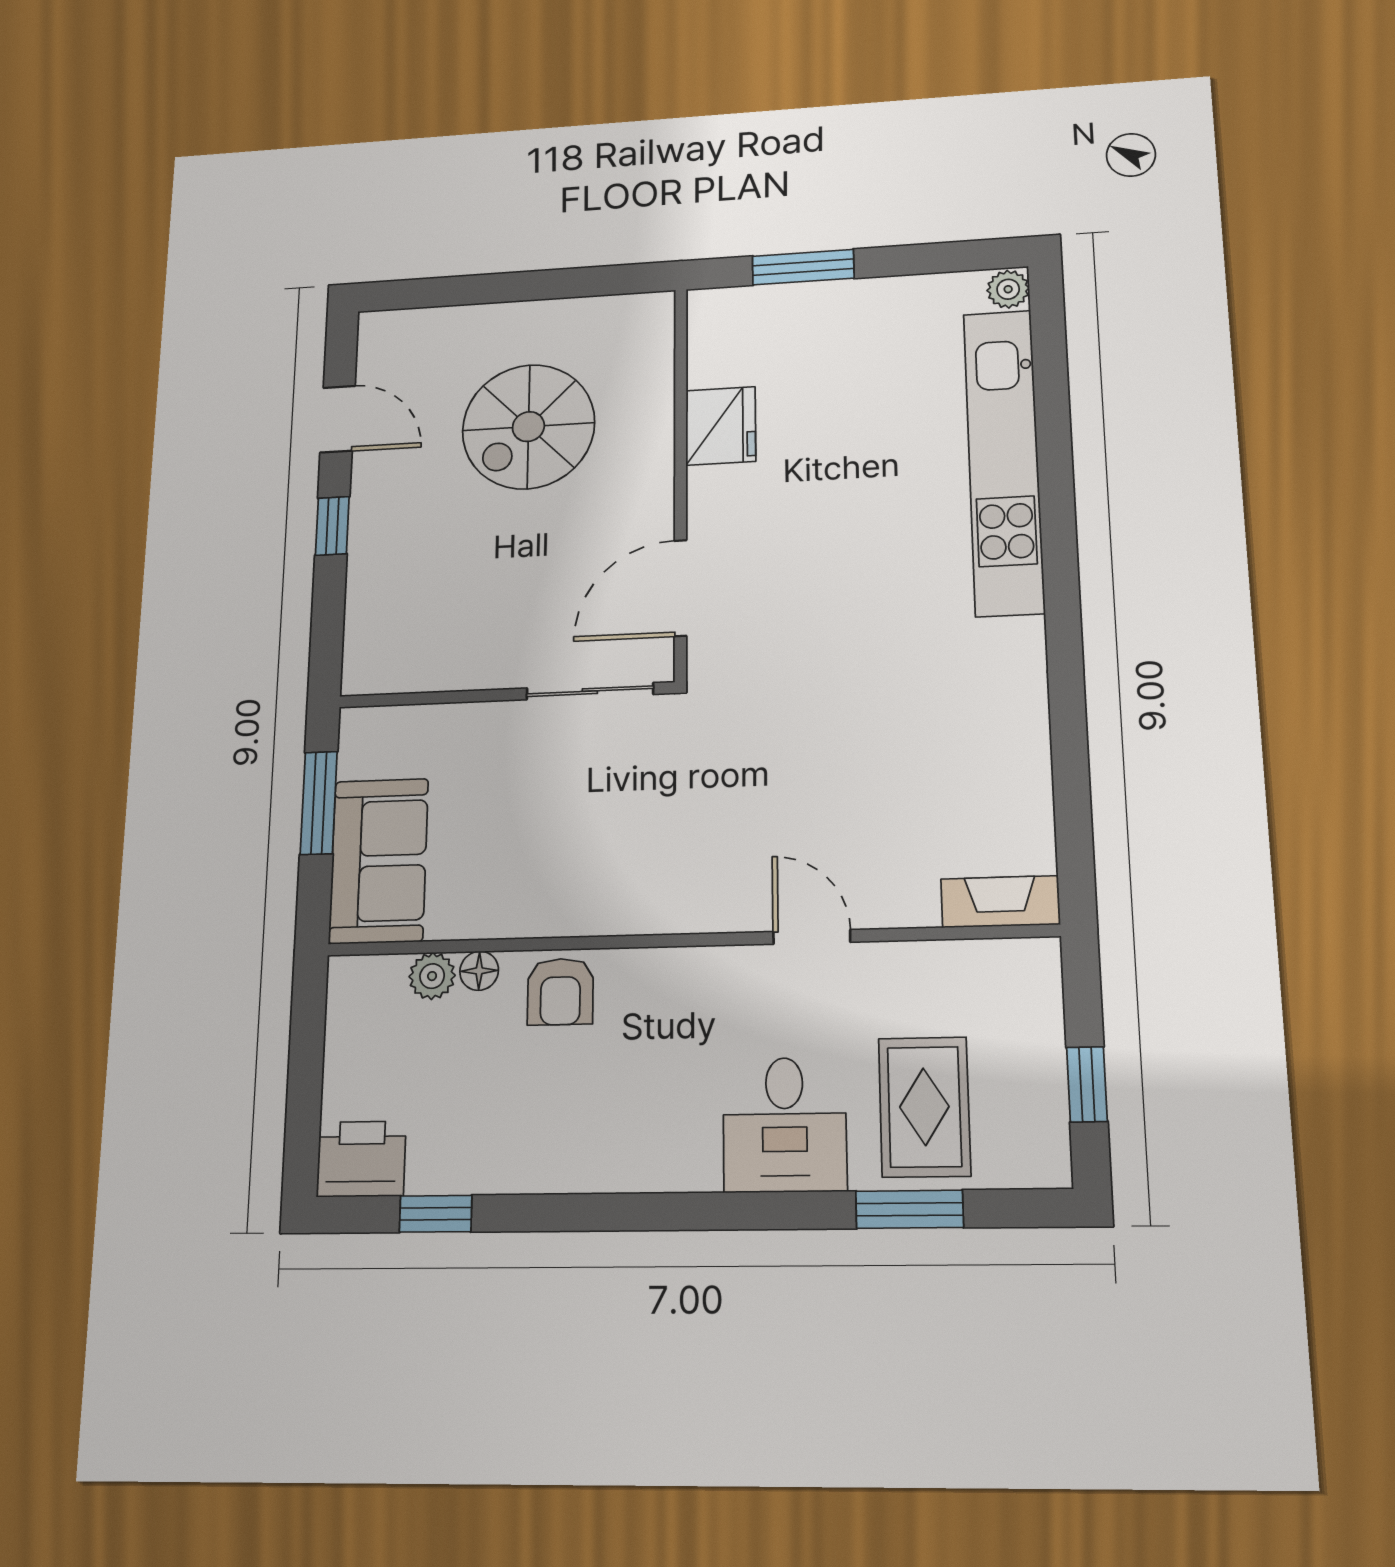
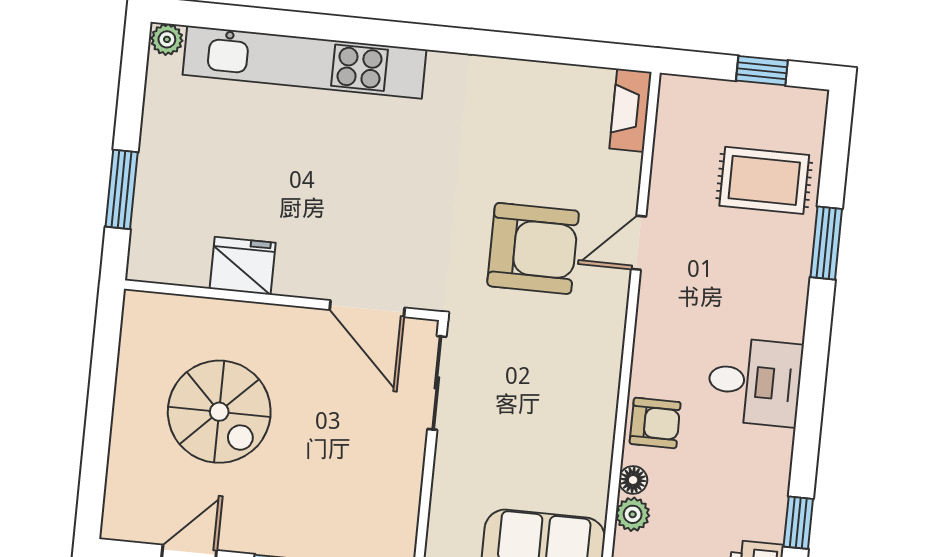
armchair: (787, 793) -> (533, 248), added
desk: (785, 1125) -> (755, 382), moved
window: (909, 1209) -> (826, 243), moved

